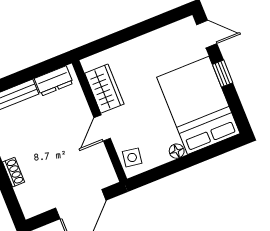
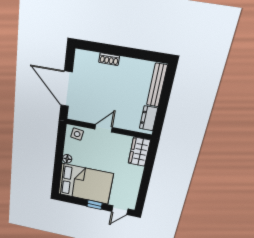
wardrobe: (104, 89) -> (139, 152), moved, turned 90
door: (102, 128) -> (104, 128), hinge flipped

